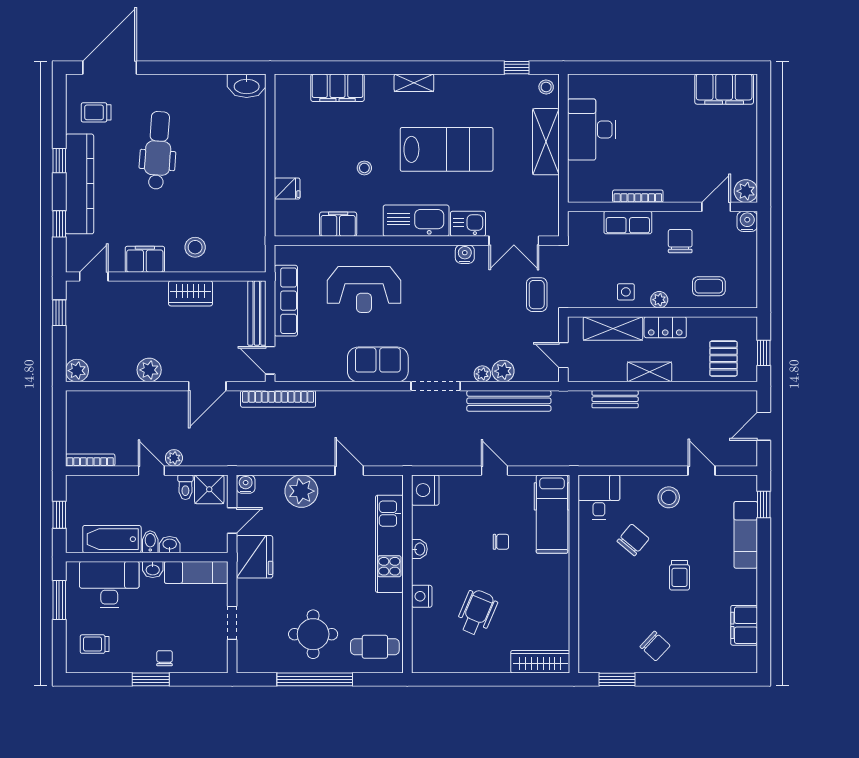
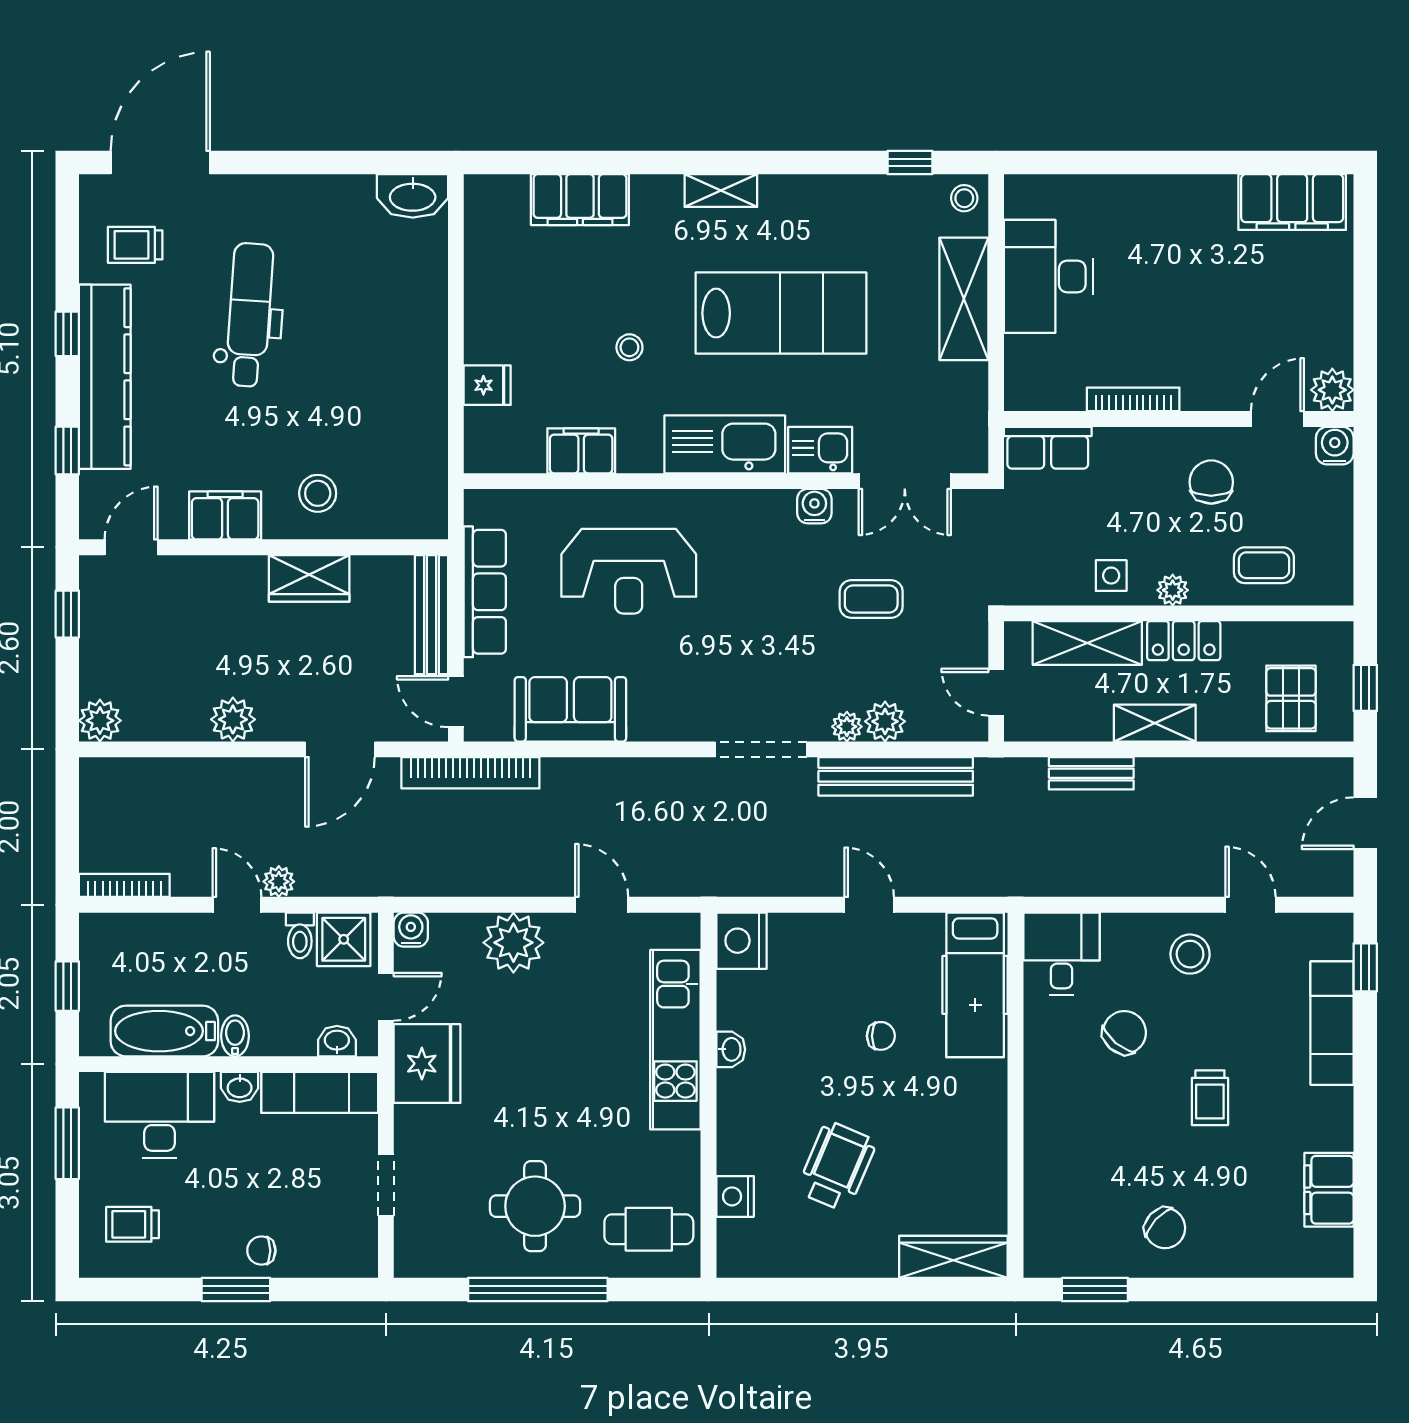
row of seats: (628, 222) -> (1048, 448), moved
coffee table: (537, 295) -> (871, 599), moved, turned 90
sofa: (378, 364) -> (570, 709), moved
washbasin: (170, 545) -> (337, 1041), moved
nightstand: (422, 596) -> (735, 1196), moved
chair: (165, 658) -> (261, 1251), turned -90

